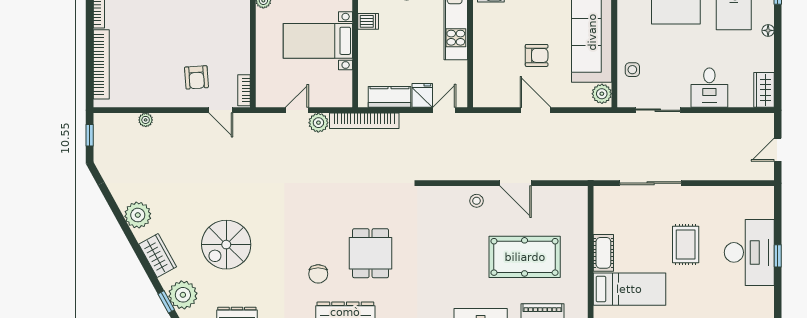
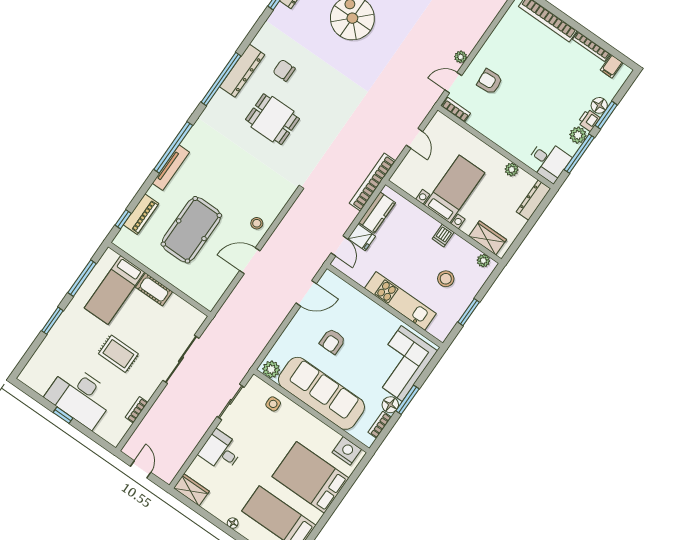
door: (536, 110) -> (306, 293), moved
plant: (146, 120) -> (461, 57), moved
plant: (318, 123) -> (394, 148), removed
bookcase: (726, 192) -> (137, 410), added

